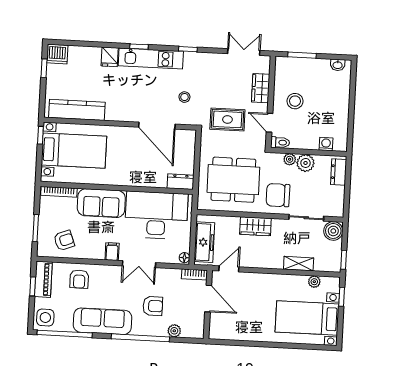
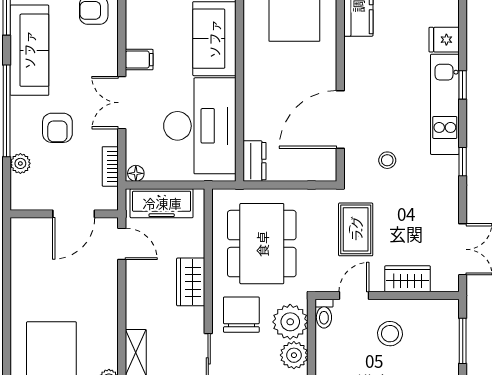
plant: (290, 159) -> (290, 322), width x1.87, depth x1.87
bookcase: (194, 274) -> (110, 166), moved

